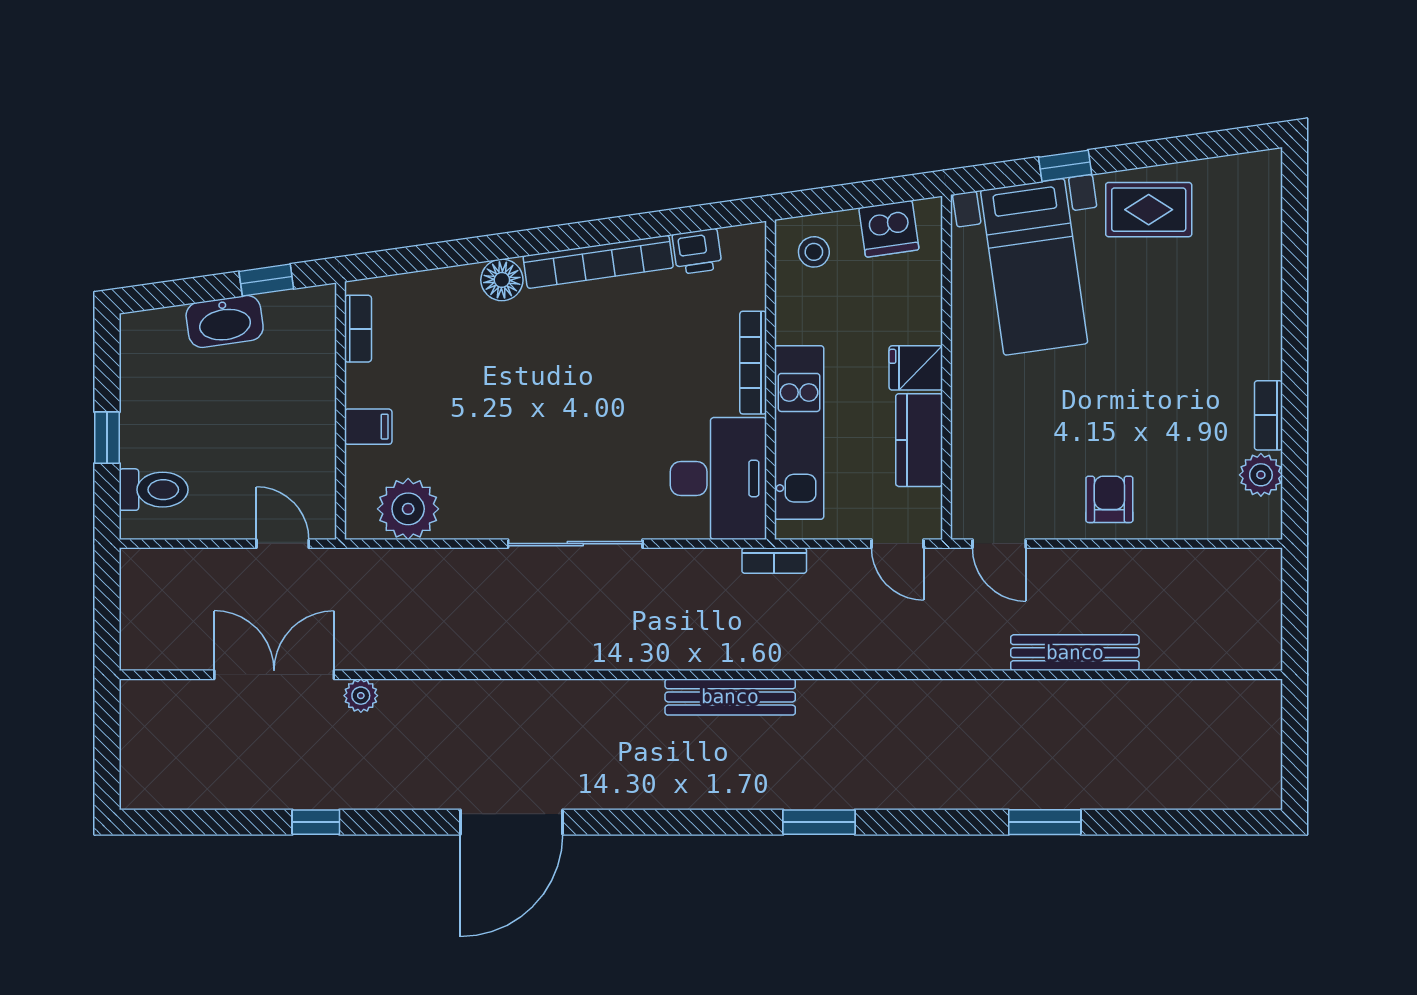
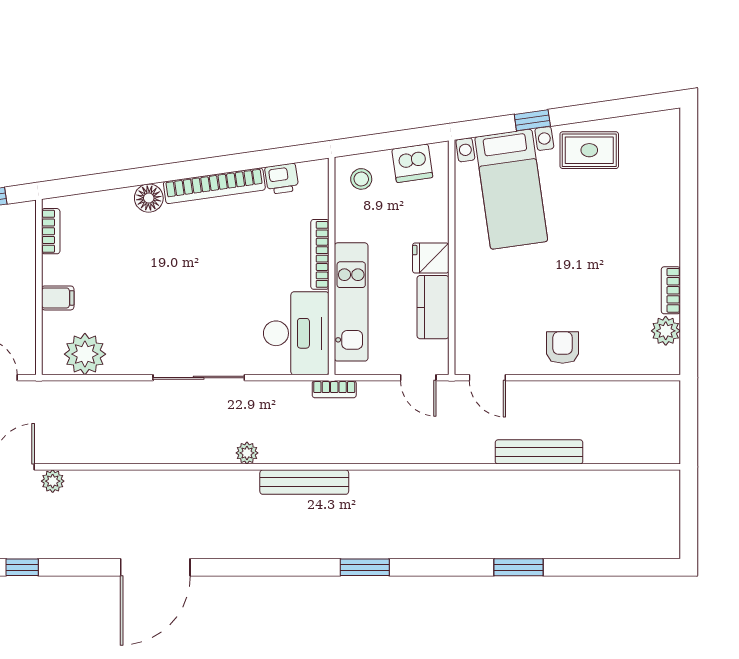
plant: (646, 654) -> (247, 453), added

